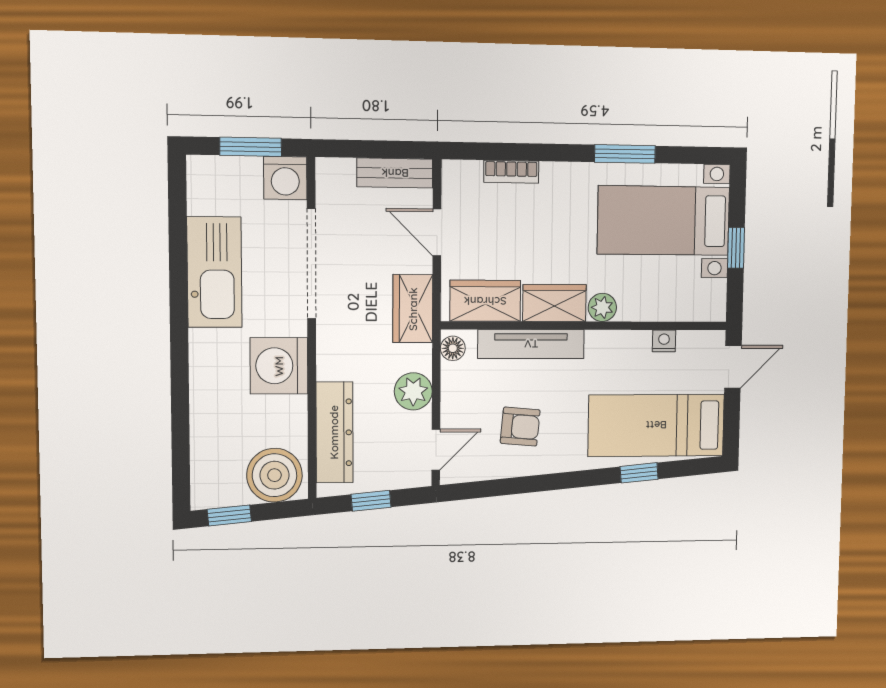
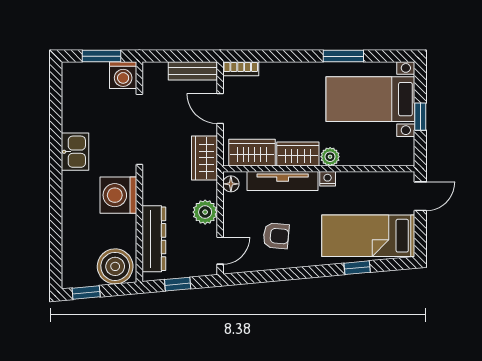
bookcase: (511, 172) -> (241, 69), moved
kitchen sink: (214, 272) -> (75, 152), width x0.53, depth x0.81
nightstand: (664, 341) -> (328, 179), moved

